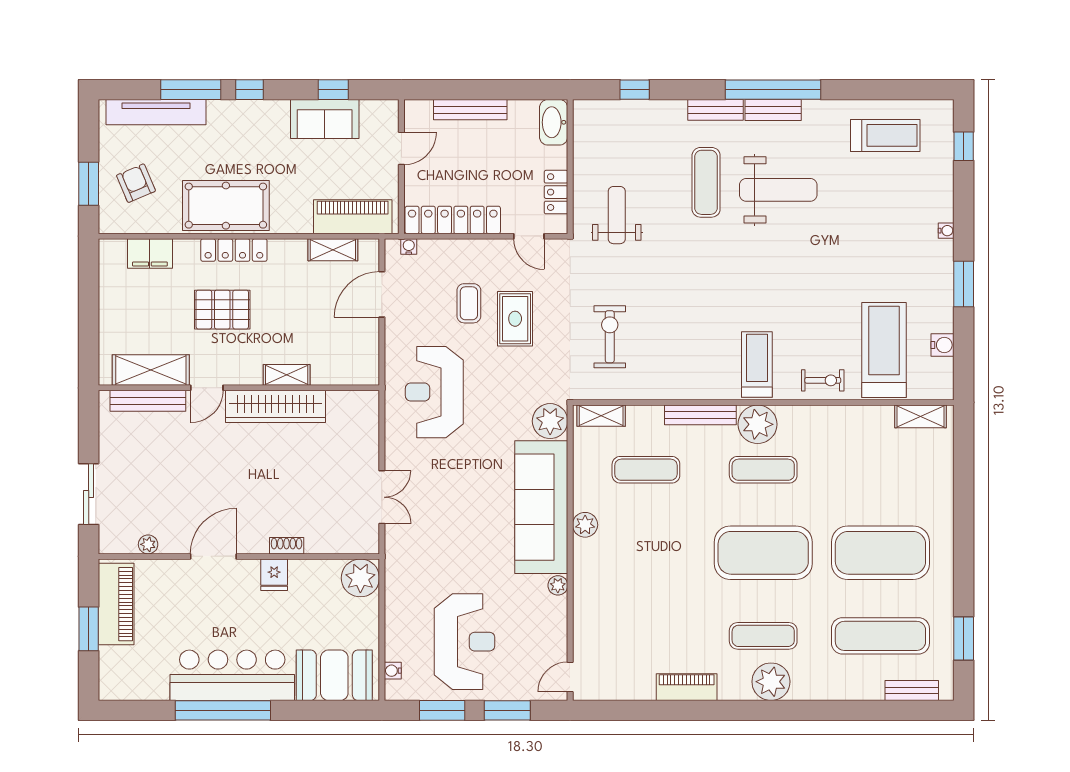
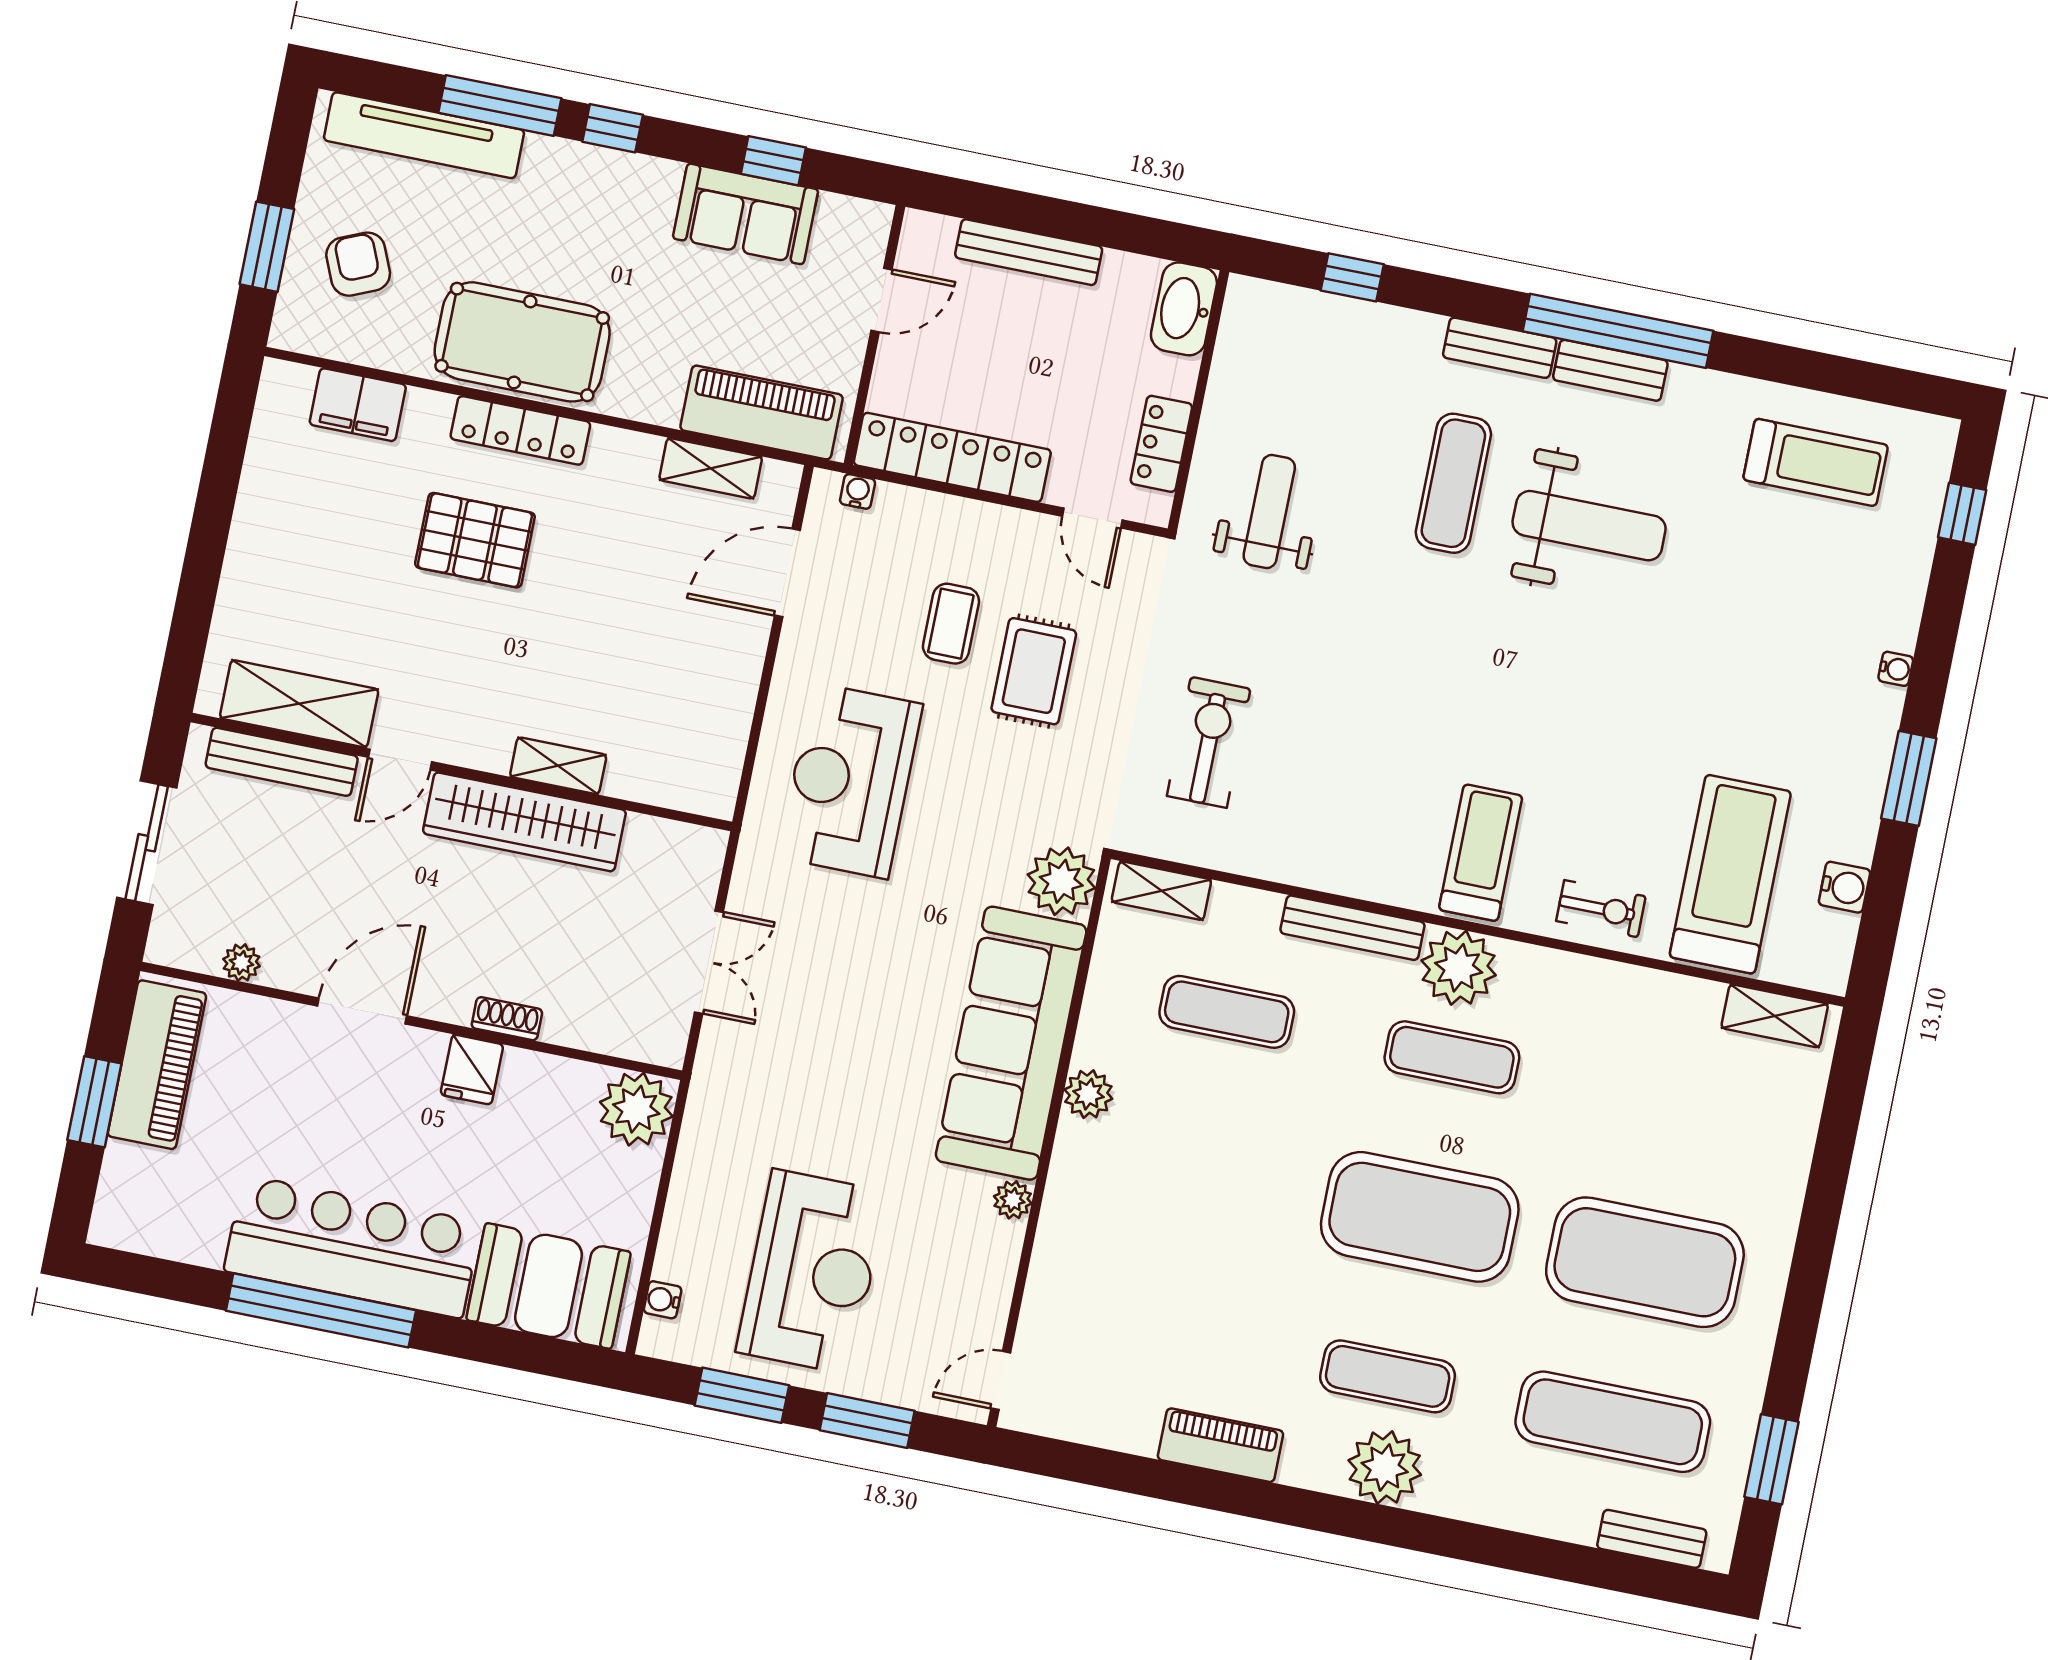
shelving: (151, 370) -> (299, 704), moved
shelving: (287, 375) -> (558, 766), moved
door: (207, 388) -> (400, 760), moved
wall: (239, 388) -> (461, 772), moved
bench: (148, 401) -> (282, 762), moved
wardrobe: (275, 406) -> (524, 822), moved

